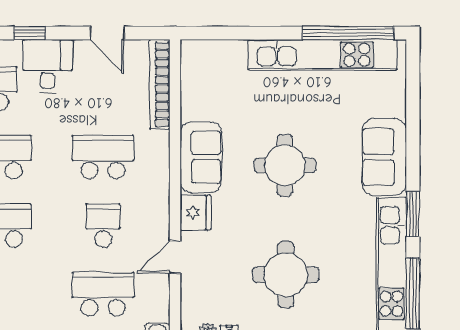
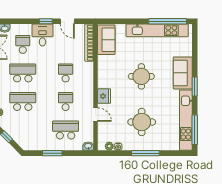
window: (29, 33) -> (46, 21), moved
school desk: (103, 157) -> (66, 73), width x0.54
sofa: (201, 157) -> (106, 40), moved
window: (413, 214) -> (195, 87), moved
door: (175, 257) -> (96, 115), swing flipped

